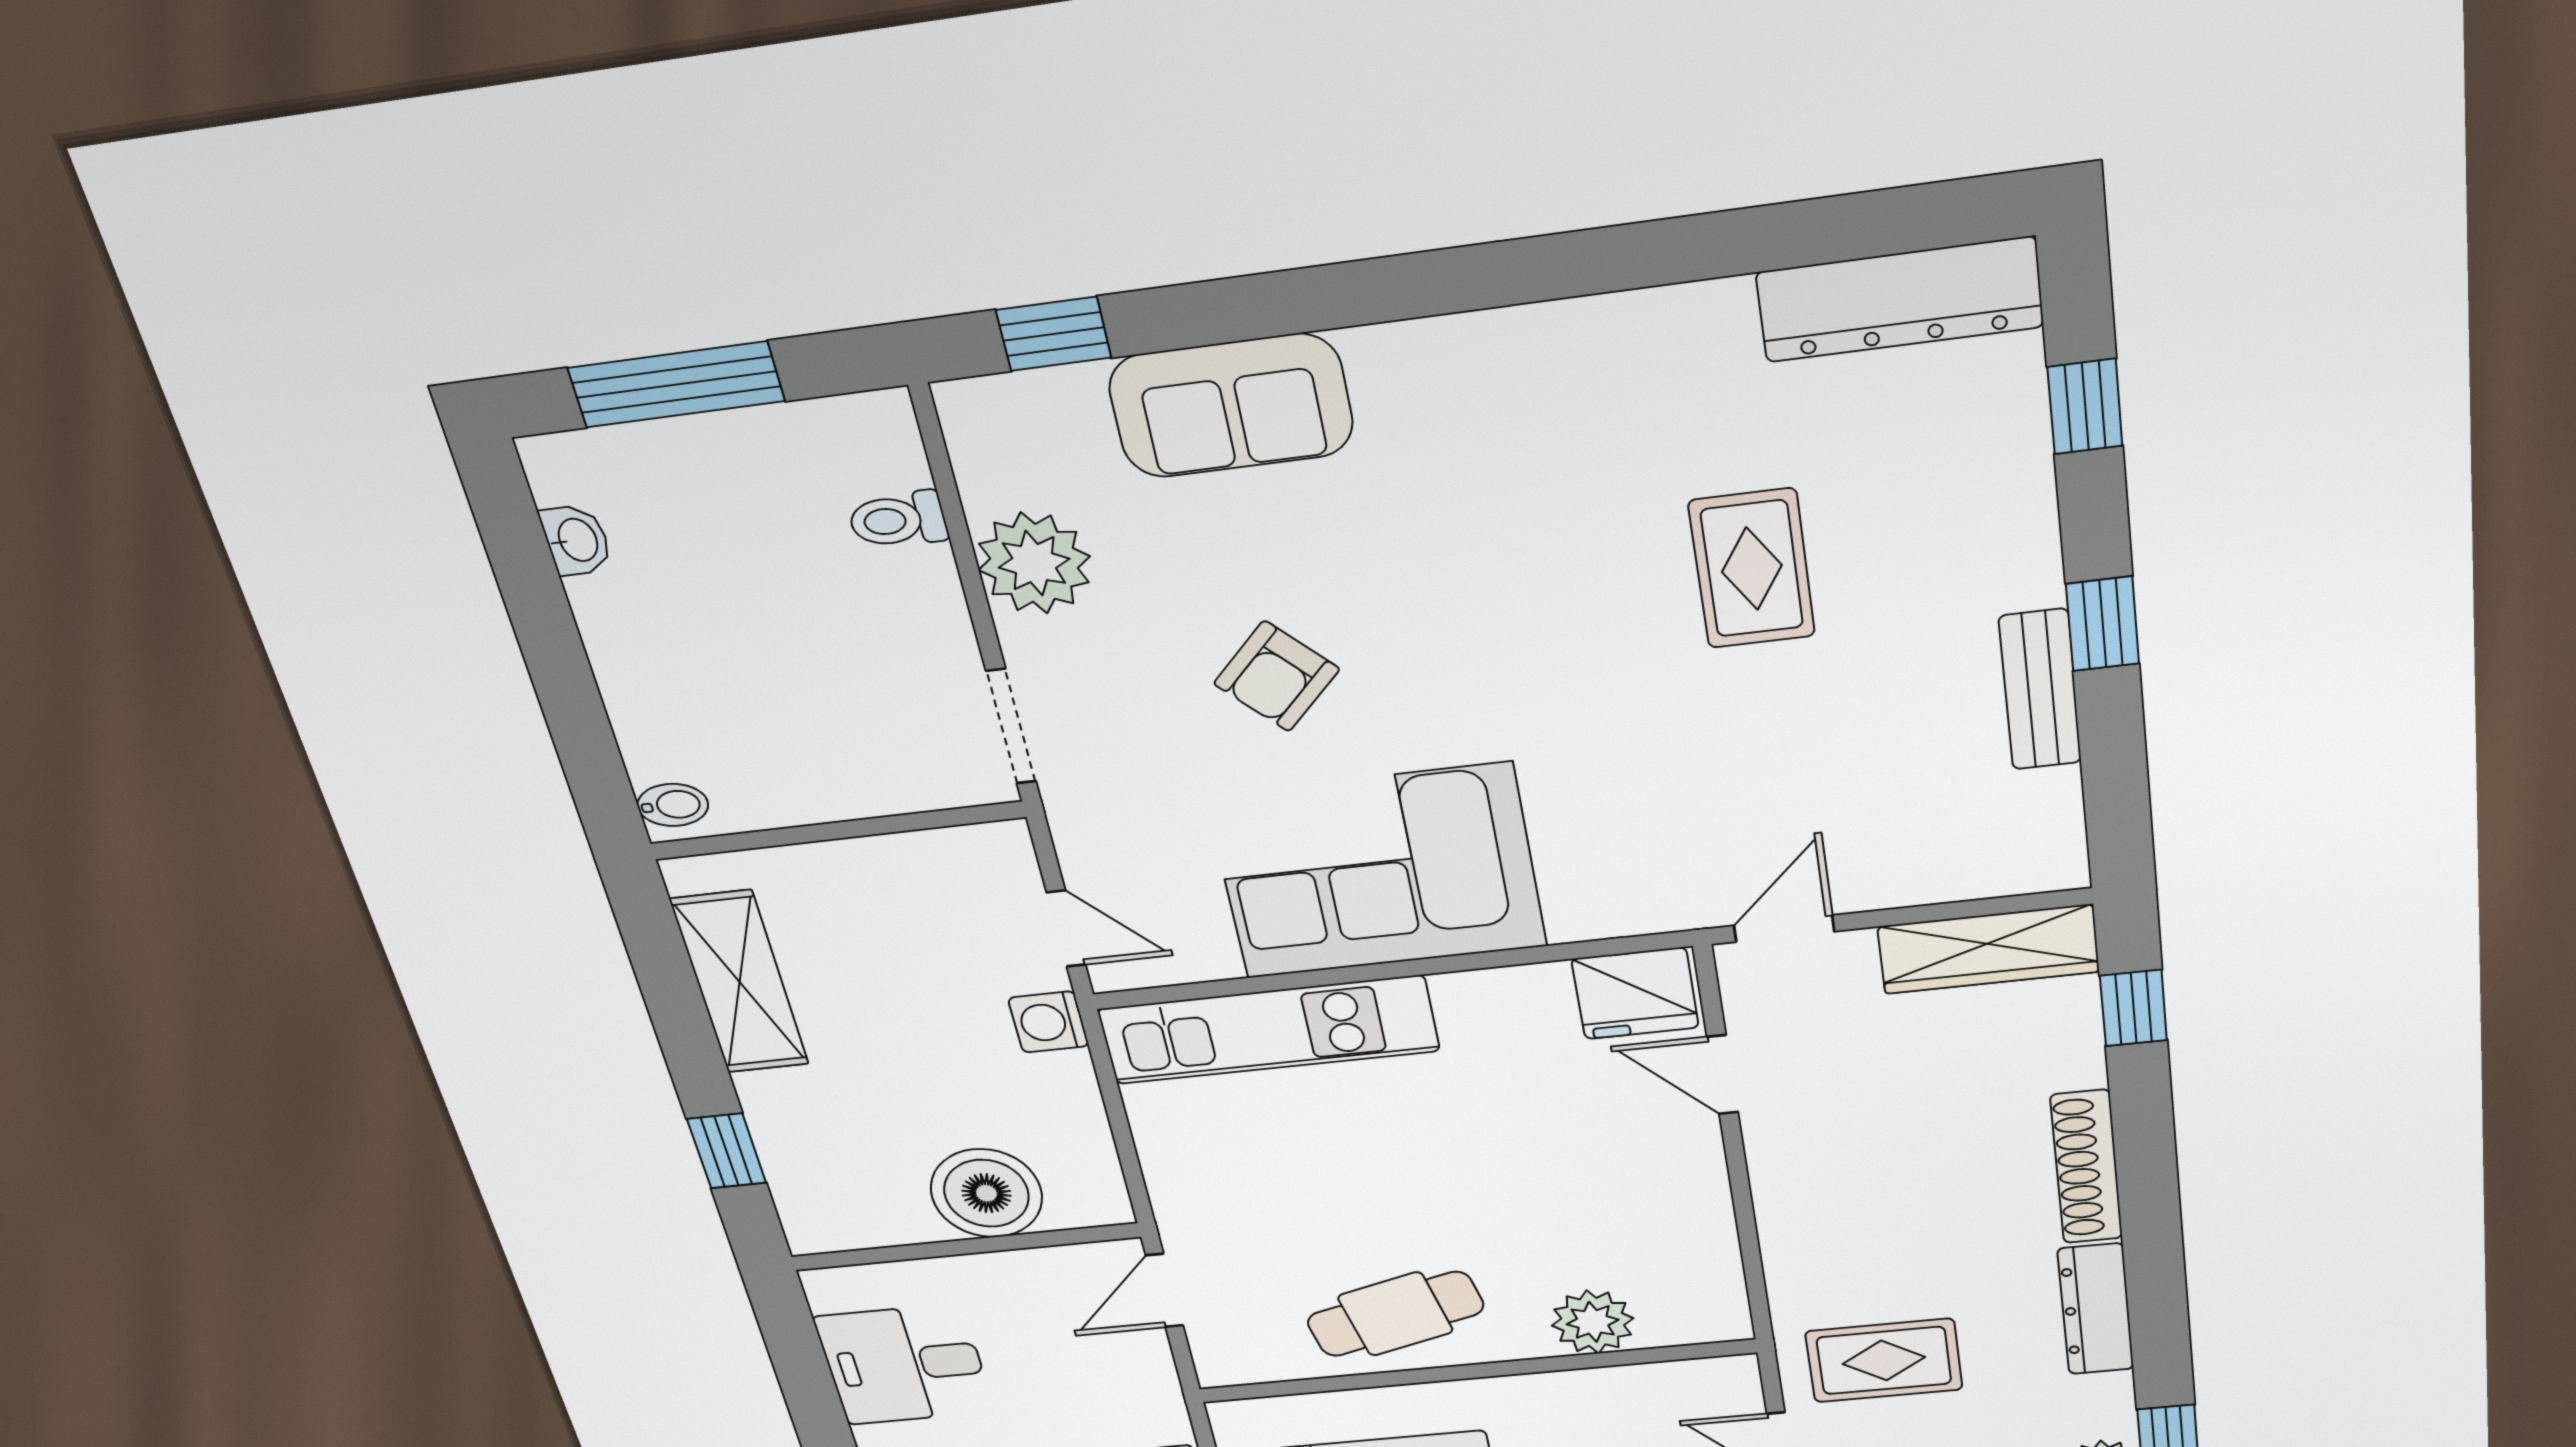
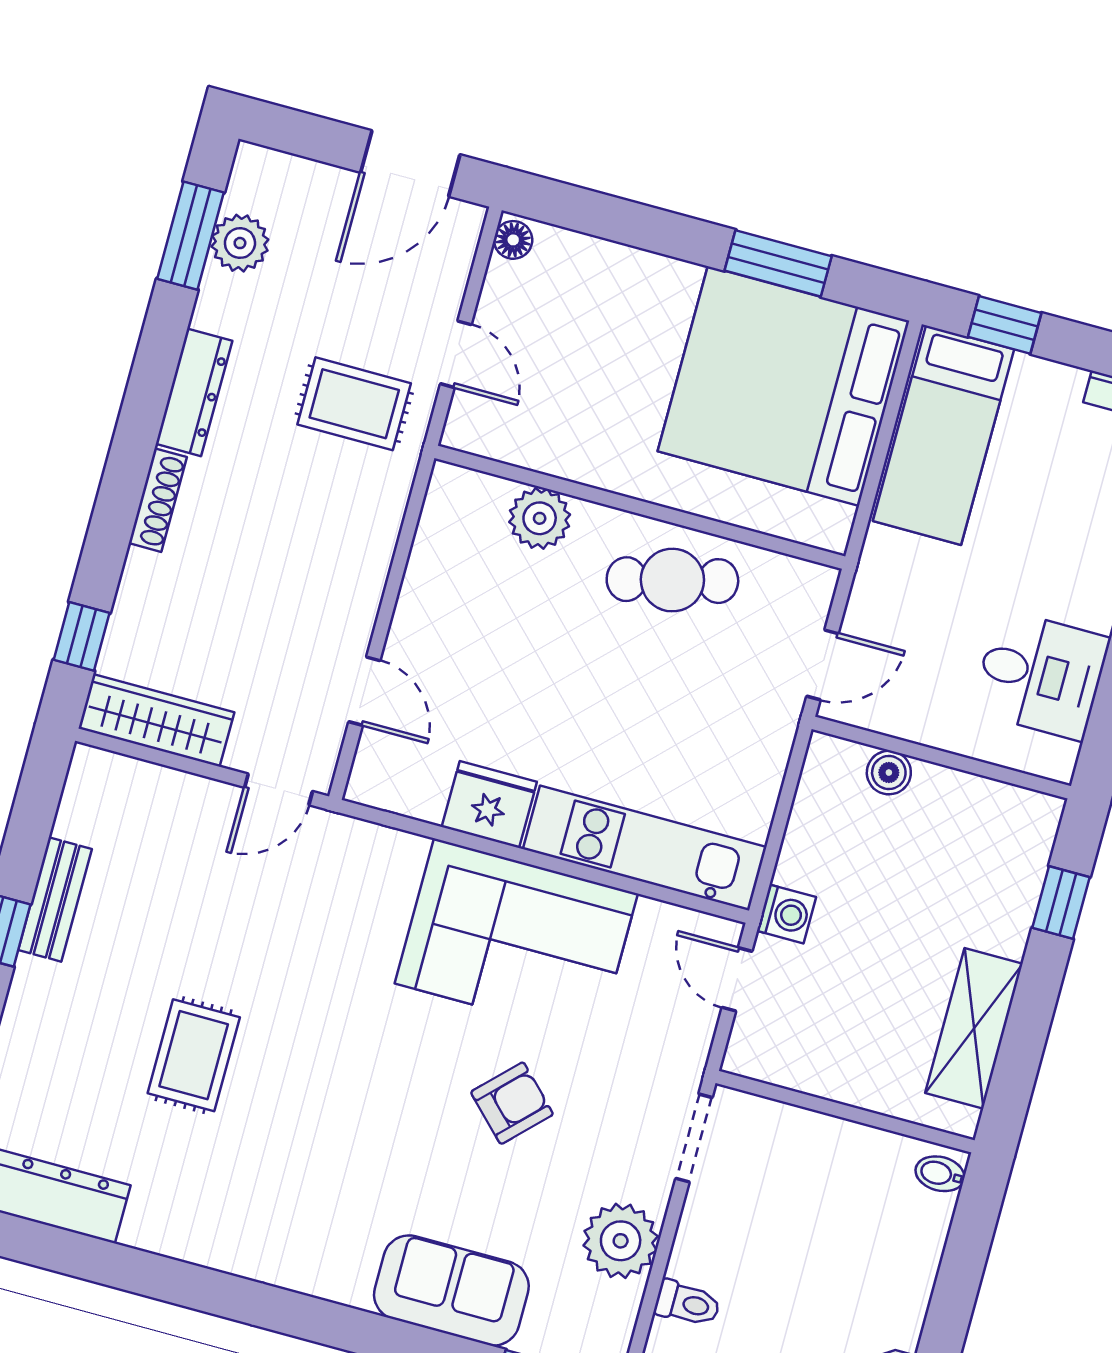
fridge: (1635, 993) -> (489, 804), moved
shoe rack: (2086, 1167) -> (158, 500), width x0.74, depth x0.81
boiler: (986, 1193) -> (889, 773), width x0.54, depth x0.54

